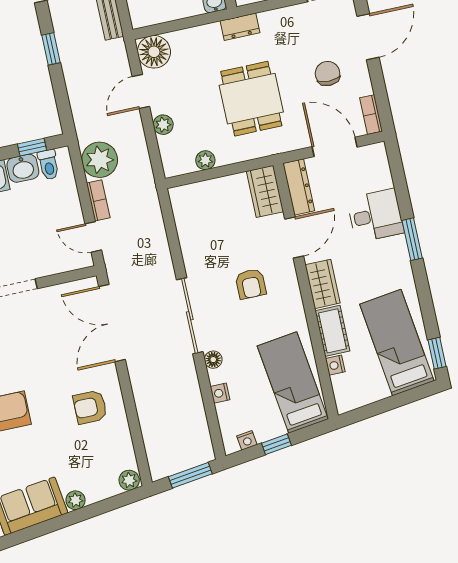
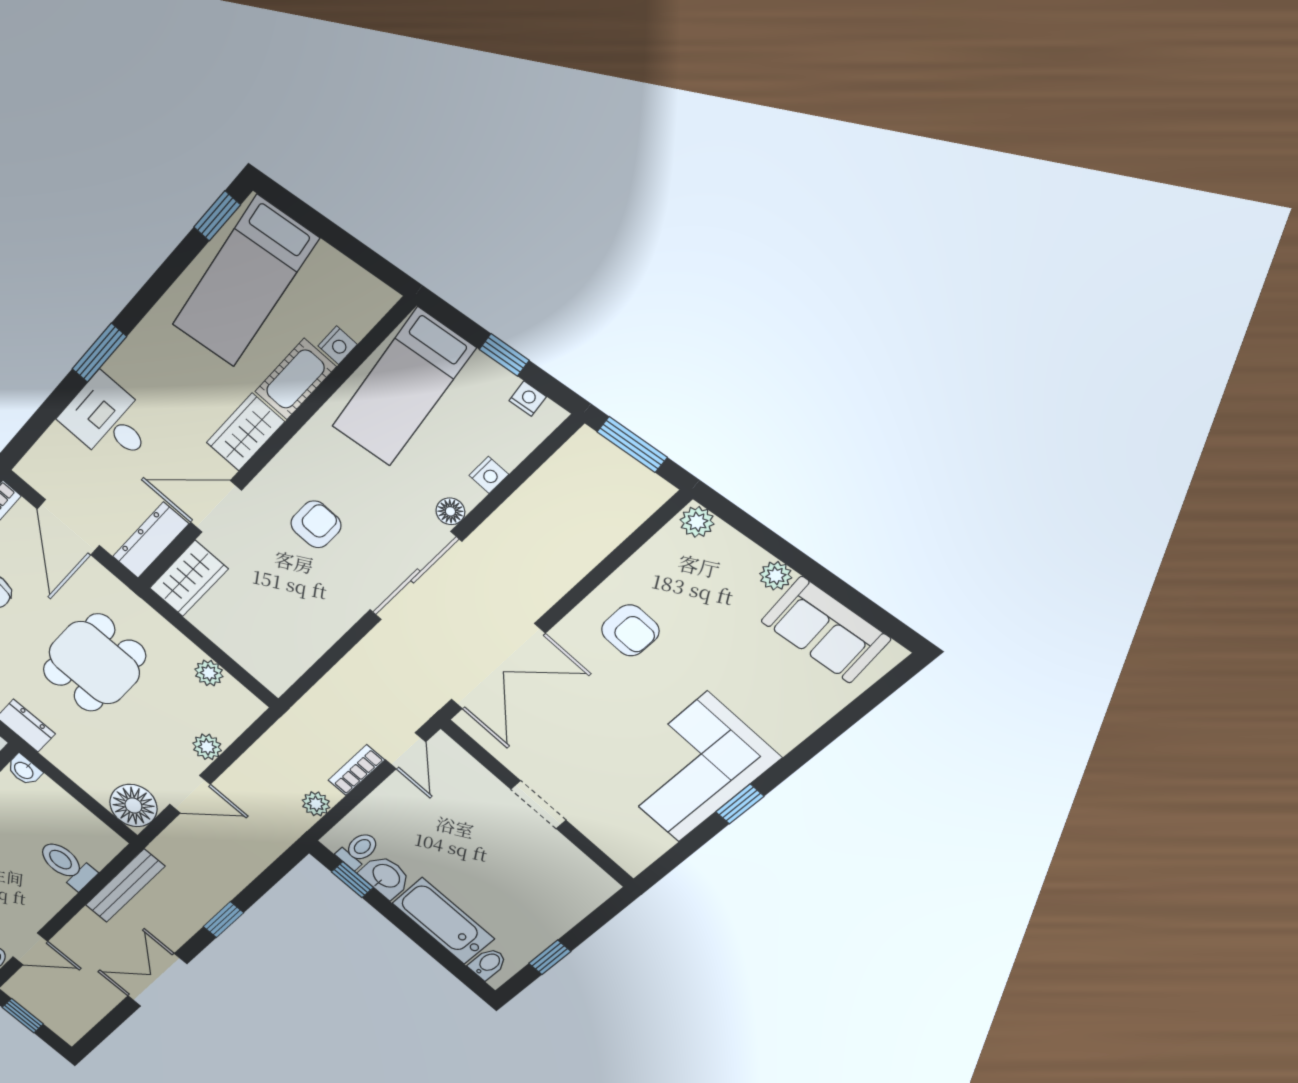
plant: (100, 160) -> (316, 804), width x0.53, depth x0.53

